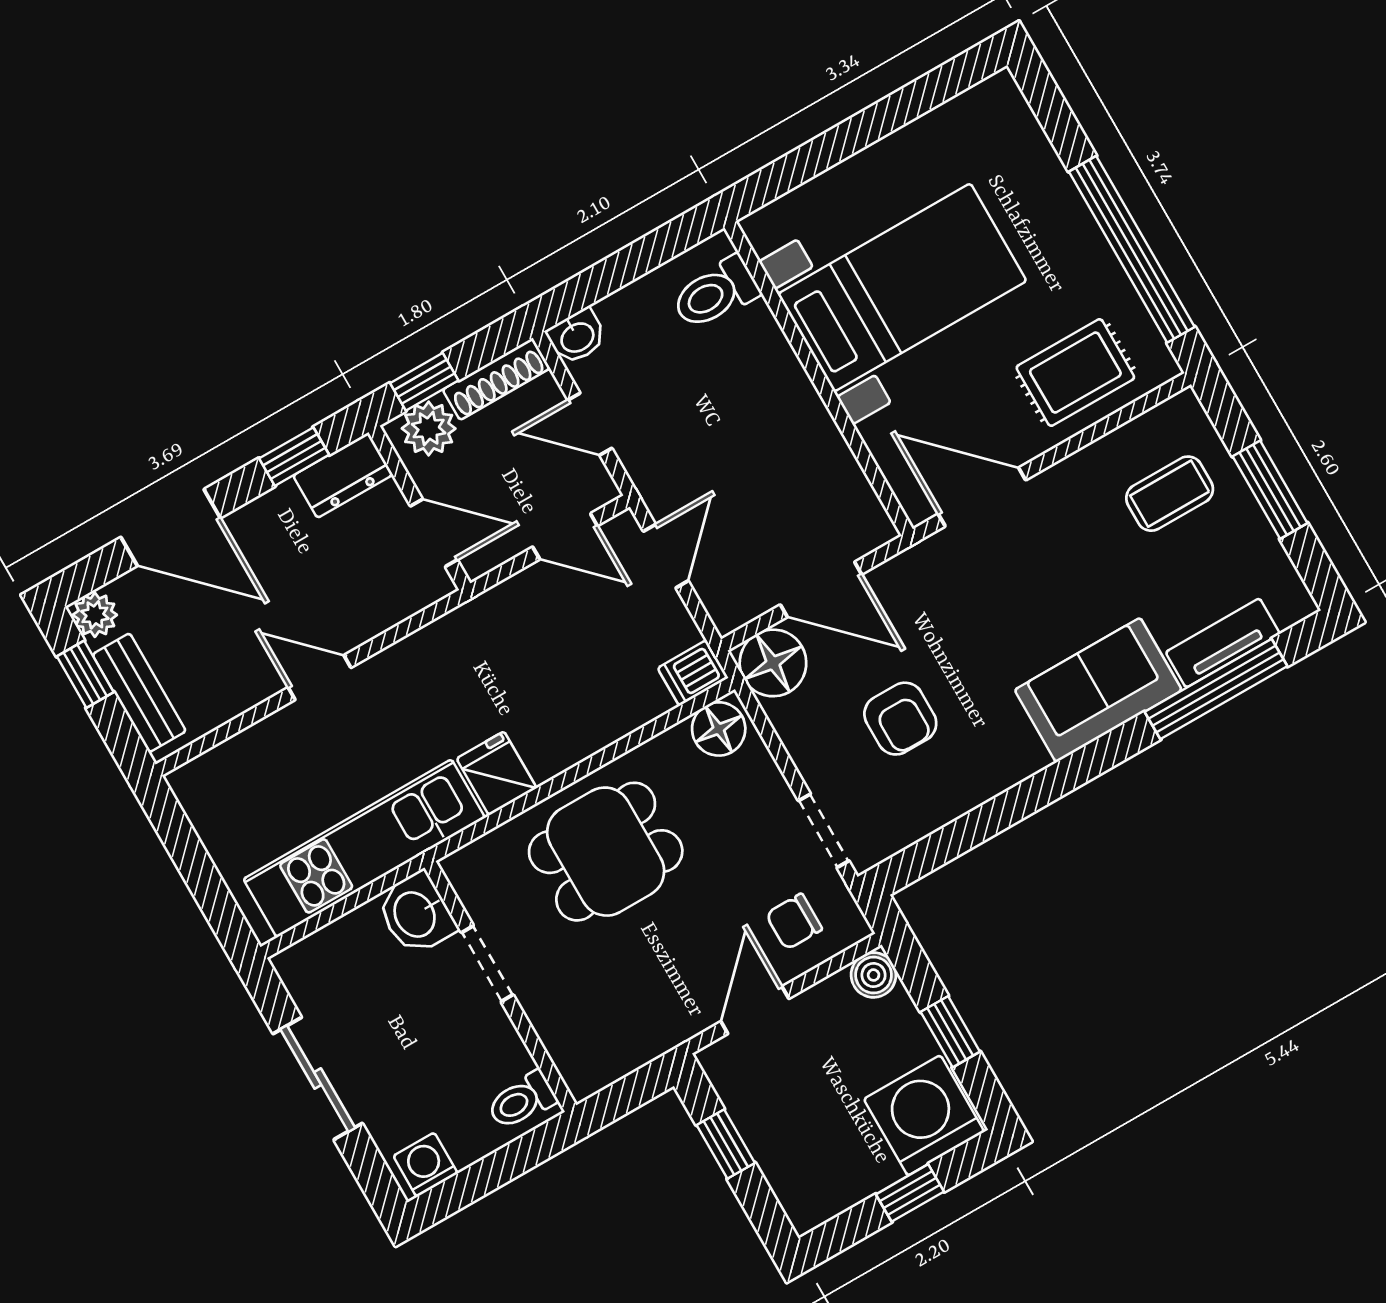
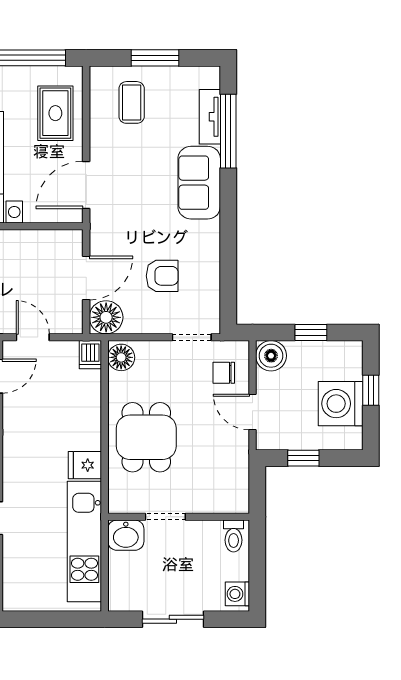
chair: (794, 922) -> (224, 373), turned 90
boiler: (874, 975) -> (271, 356), width x1.36, depth x1.36
washing machine: (924, 1115) -> (341, 404), moved

